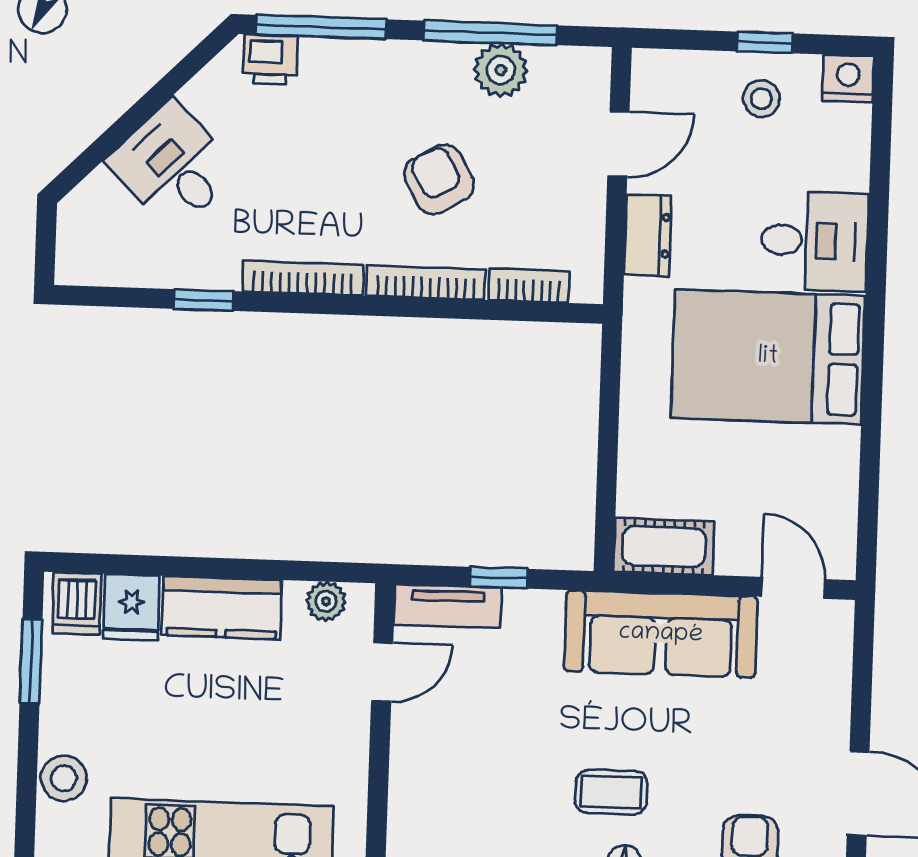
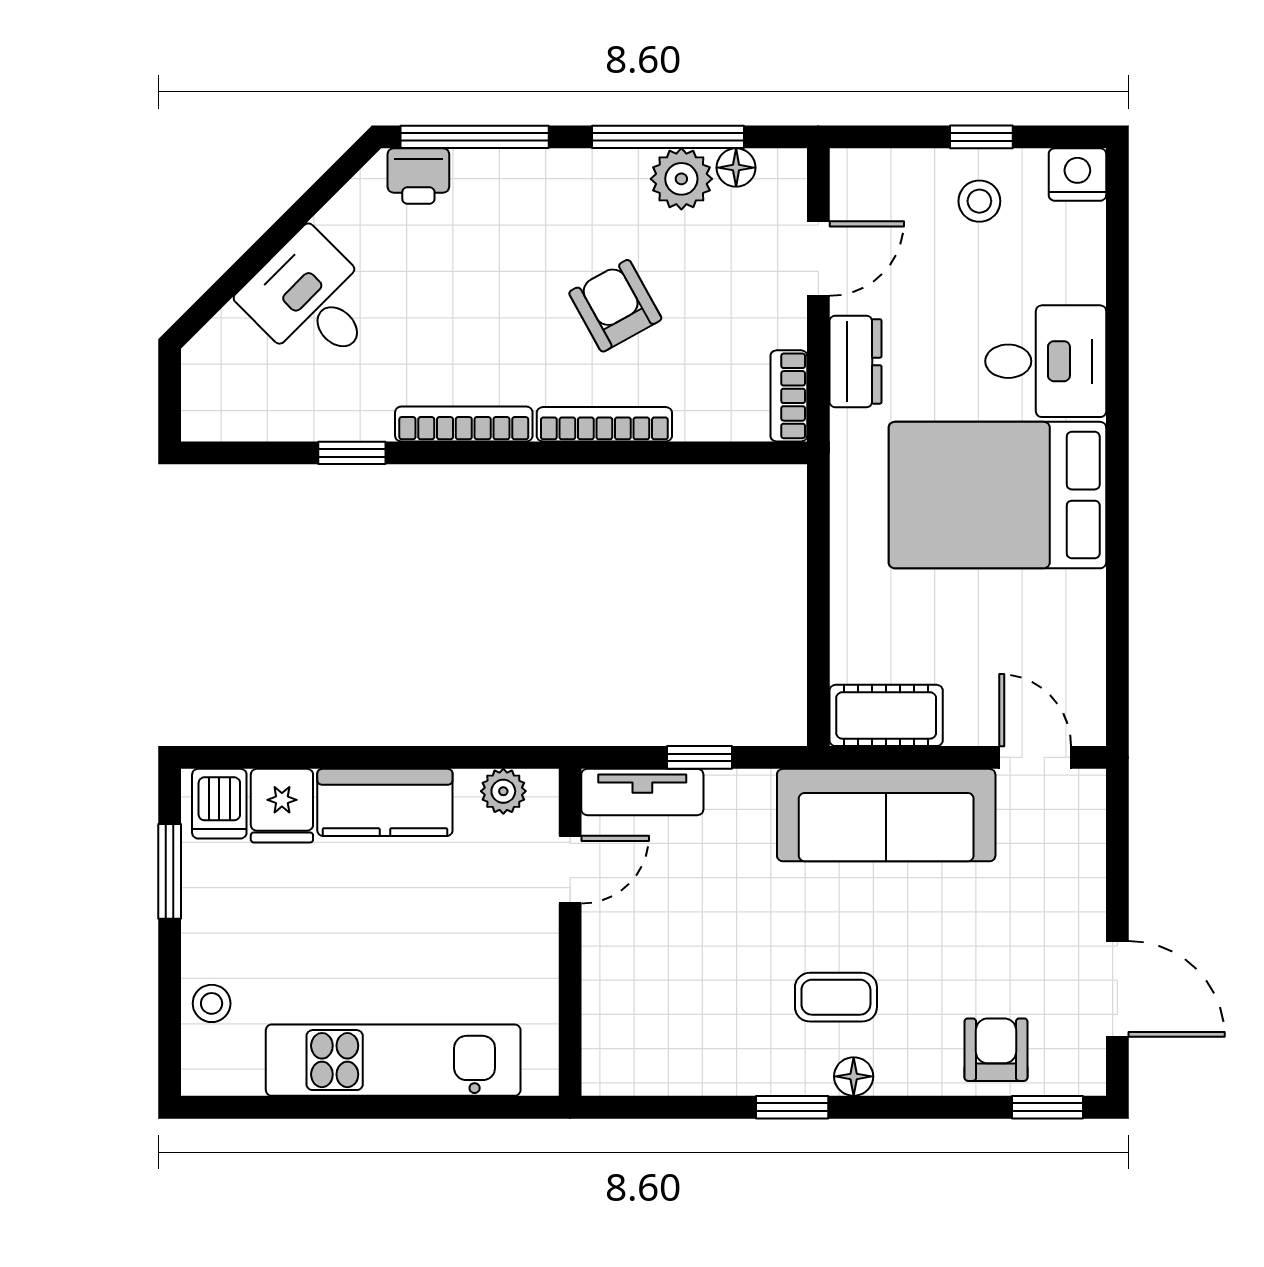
floor lamp: (549, 62) -> (736, 168), added
bookcase: (529, 285) -> (789, 396), moved, turned -90
stool: (64, 778) -> (212, 1003), width x0.73, depth x0.73

